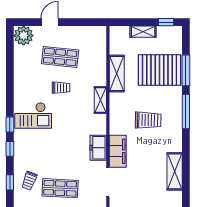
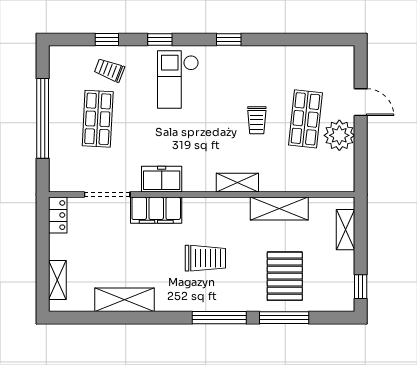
shelving: (143, 32) -> (346, 230), moved
plant: (24, 36) -> (339, 135), moved
pallet: (159, 70) -> (285, 276), width x0.73, depth x0.71
checkout: (33, 115) -> (178, 79), moved
trolley: (148, 120) -> (205, 258), turned -91
window: (10, 124) -> (229, 40), moved

